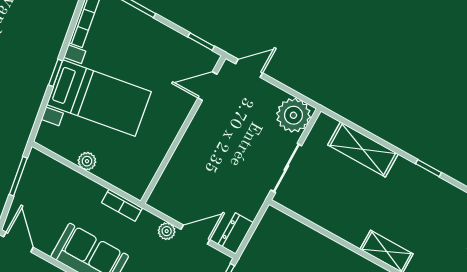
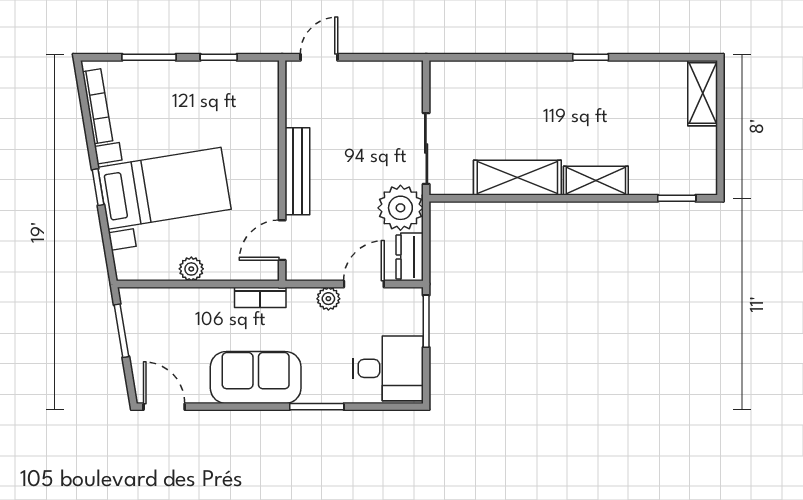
window: (201, 42) -> (219, 57), moved
door: (207, 86) -> (282, 240), moved
plant: (293, 115) -> (400, 208), moved
bench: (193, 136) -> (297, 171), added
shelving: (363, 149) -> (517, 178), moved

